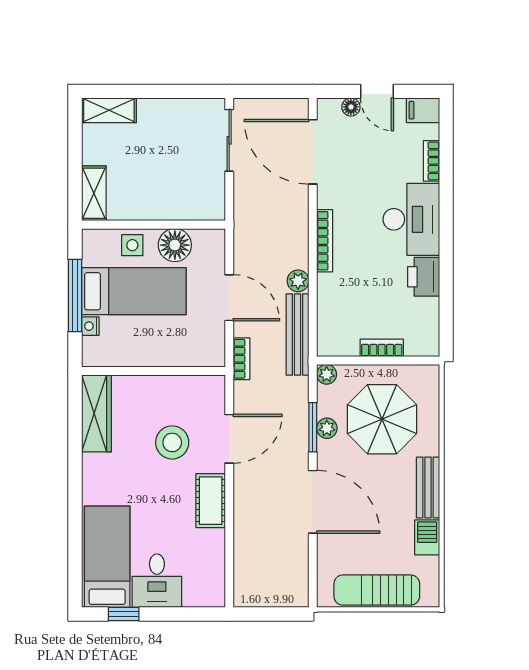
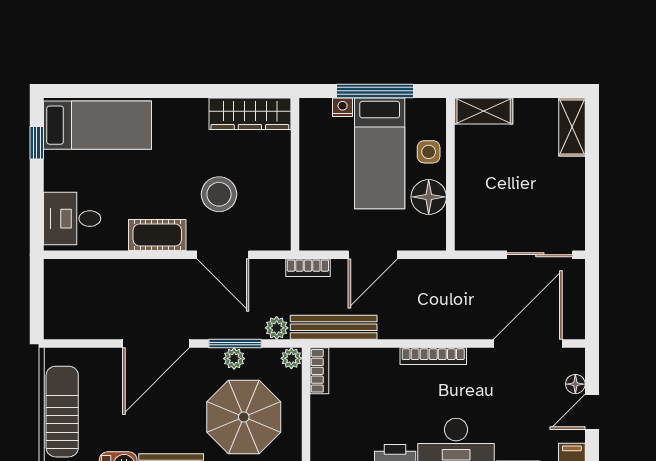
plant: (298, 281) -> (277, 328), moved
bookcase: (382, 348) -> (319, 371), moved
desk: (157, 581) -> (72, 219), moved

